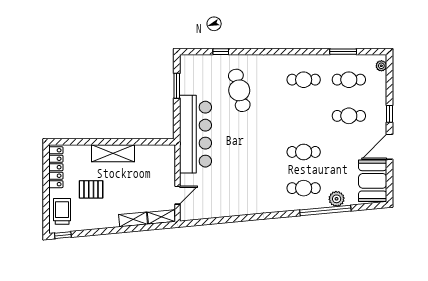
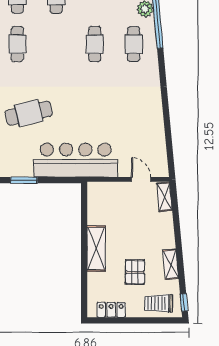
locker: (56, 167) -> (111, 310), width x0.66
shelving: (133, 219) -> (171, 264), moved

